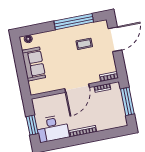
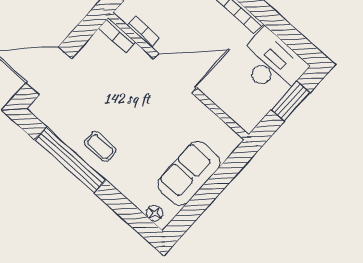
coffee table: (84, 44) -> (100, 147), moved

